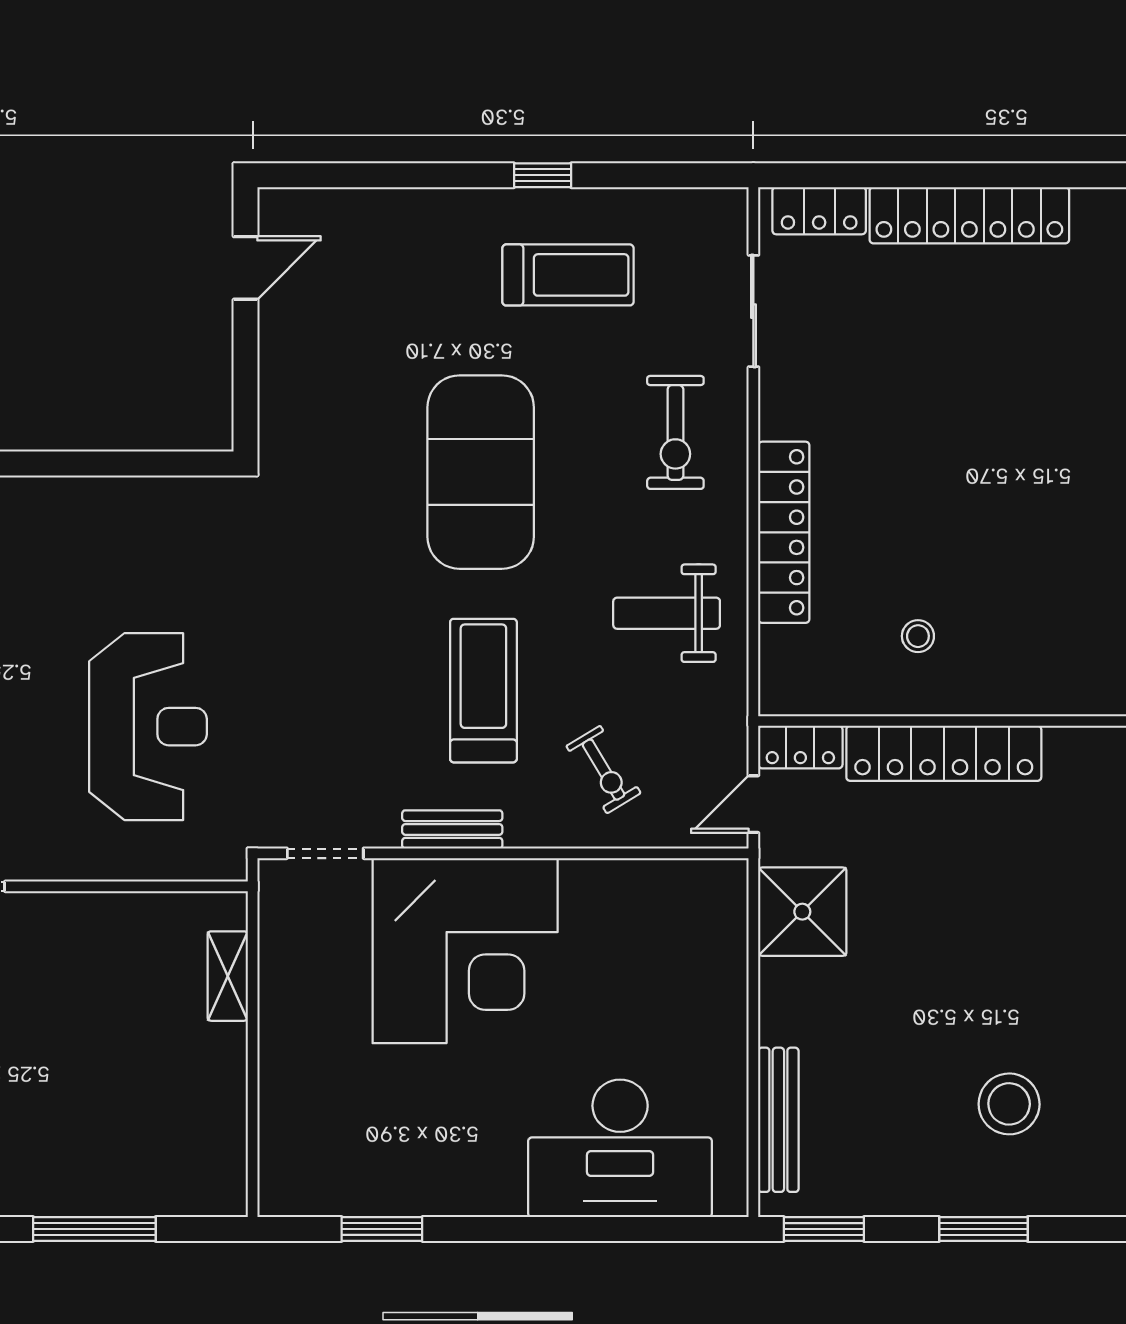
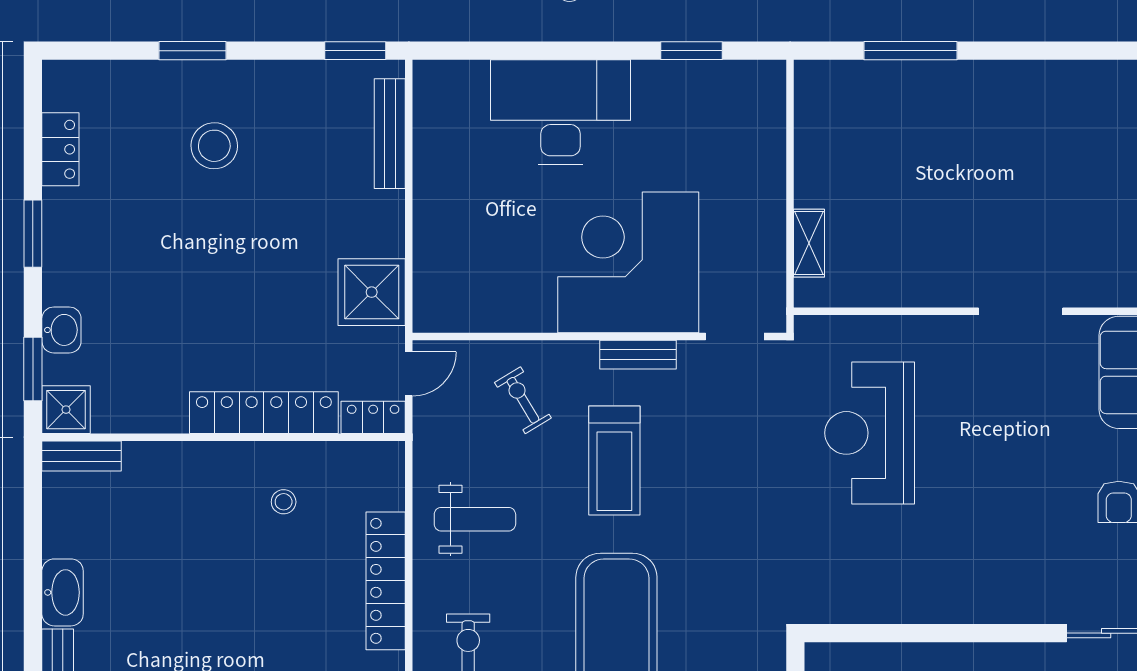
desk: (620, 1148) -> (560, 112), moved
window: (983, 1229) -> (192, 51), moved

